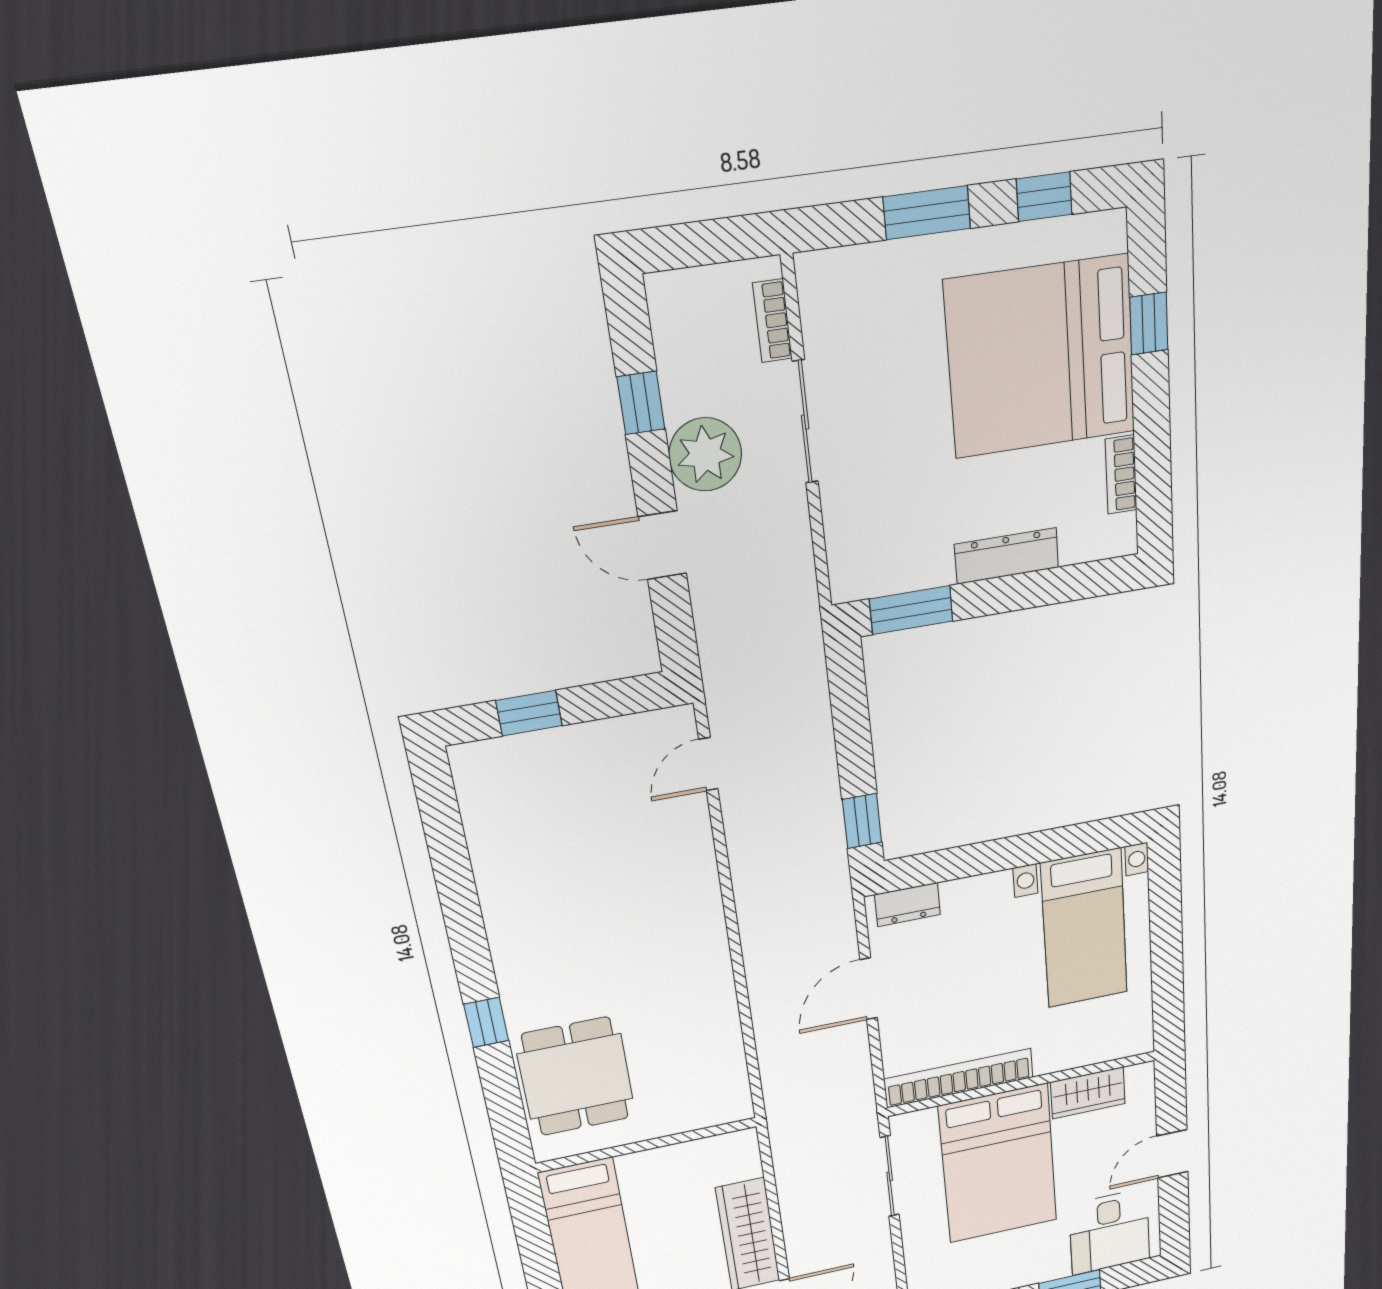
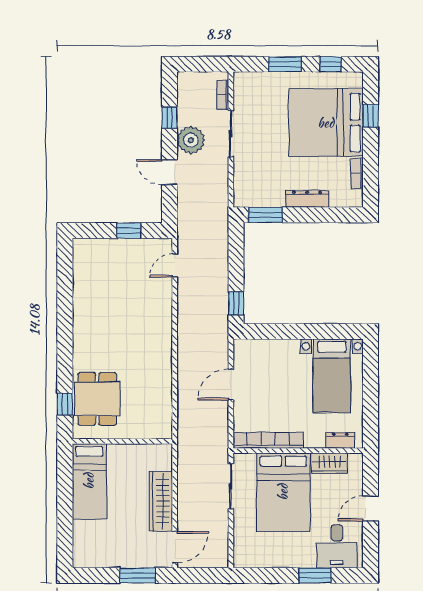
window: (529, 713) -> (129, 231), moved
dresser: (908, 905) -> (340, 440), moved, turned 180
window: (486, 1022) -> (65, 404), moved

